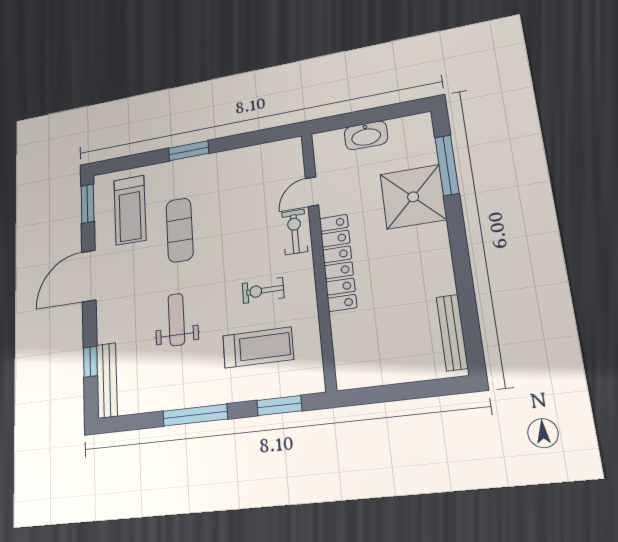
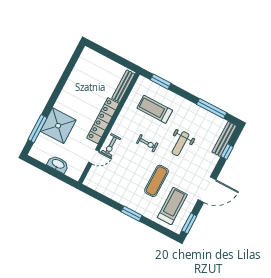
exercise bike: (263, 290) -> (147, 143), moved
bench: (452, 332) -> (123, 86), moved
window: (195, 415) -> (212, 109), moved

